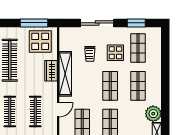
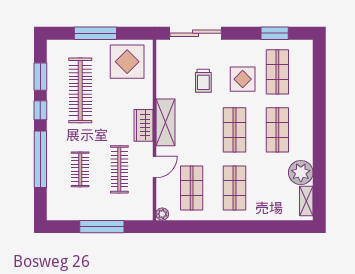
window: (34, 23) -> (95, 33), moved
sliding door: (97, 23) -> (196, 33), moved
wardrobe: (51, 71) -> (144, 125), moved
shelving: (65, 74) -> (165, 122), width x0.68
clothes rail: (10, 112) -> (80, 169), width x0.73

